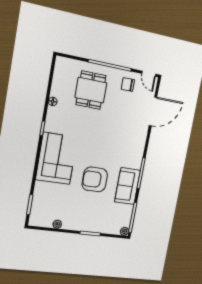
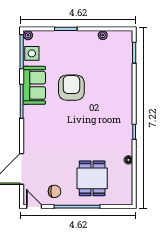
corner sofa: (57, 158) -> (115, 104), removed
armchair: (95, 179) -> (71, 88), turned -90
side table: (124, 215) -> (32, 53), added

